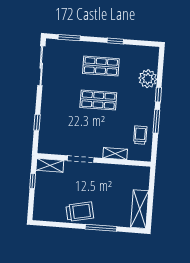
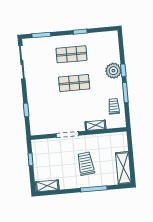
plant: (148, 79) -> (113, 71), moved
shelving: (50, 165) -> (47, 186), moved
trolley: (80, 212) -> (86, 164), moved, turned -84

